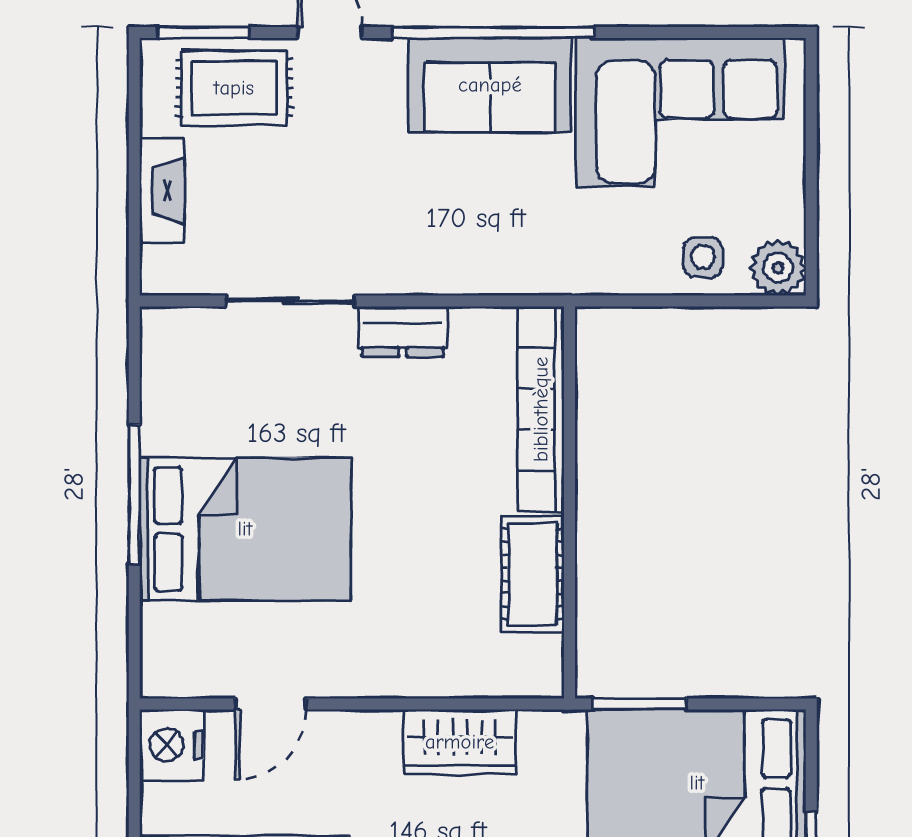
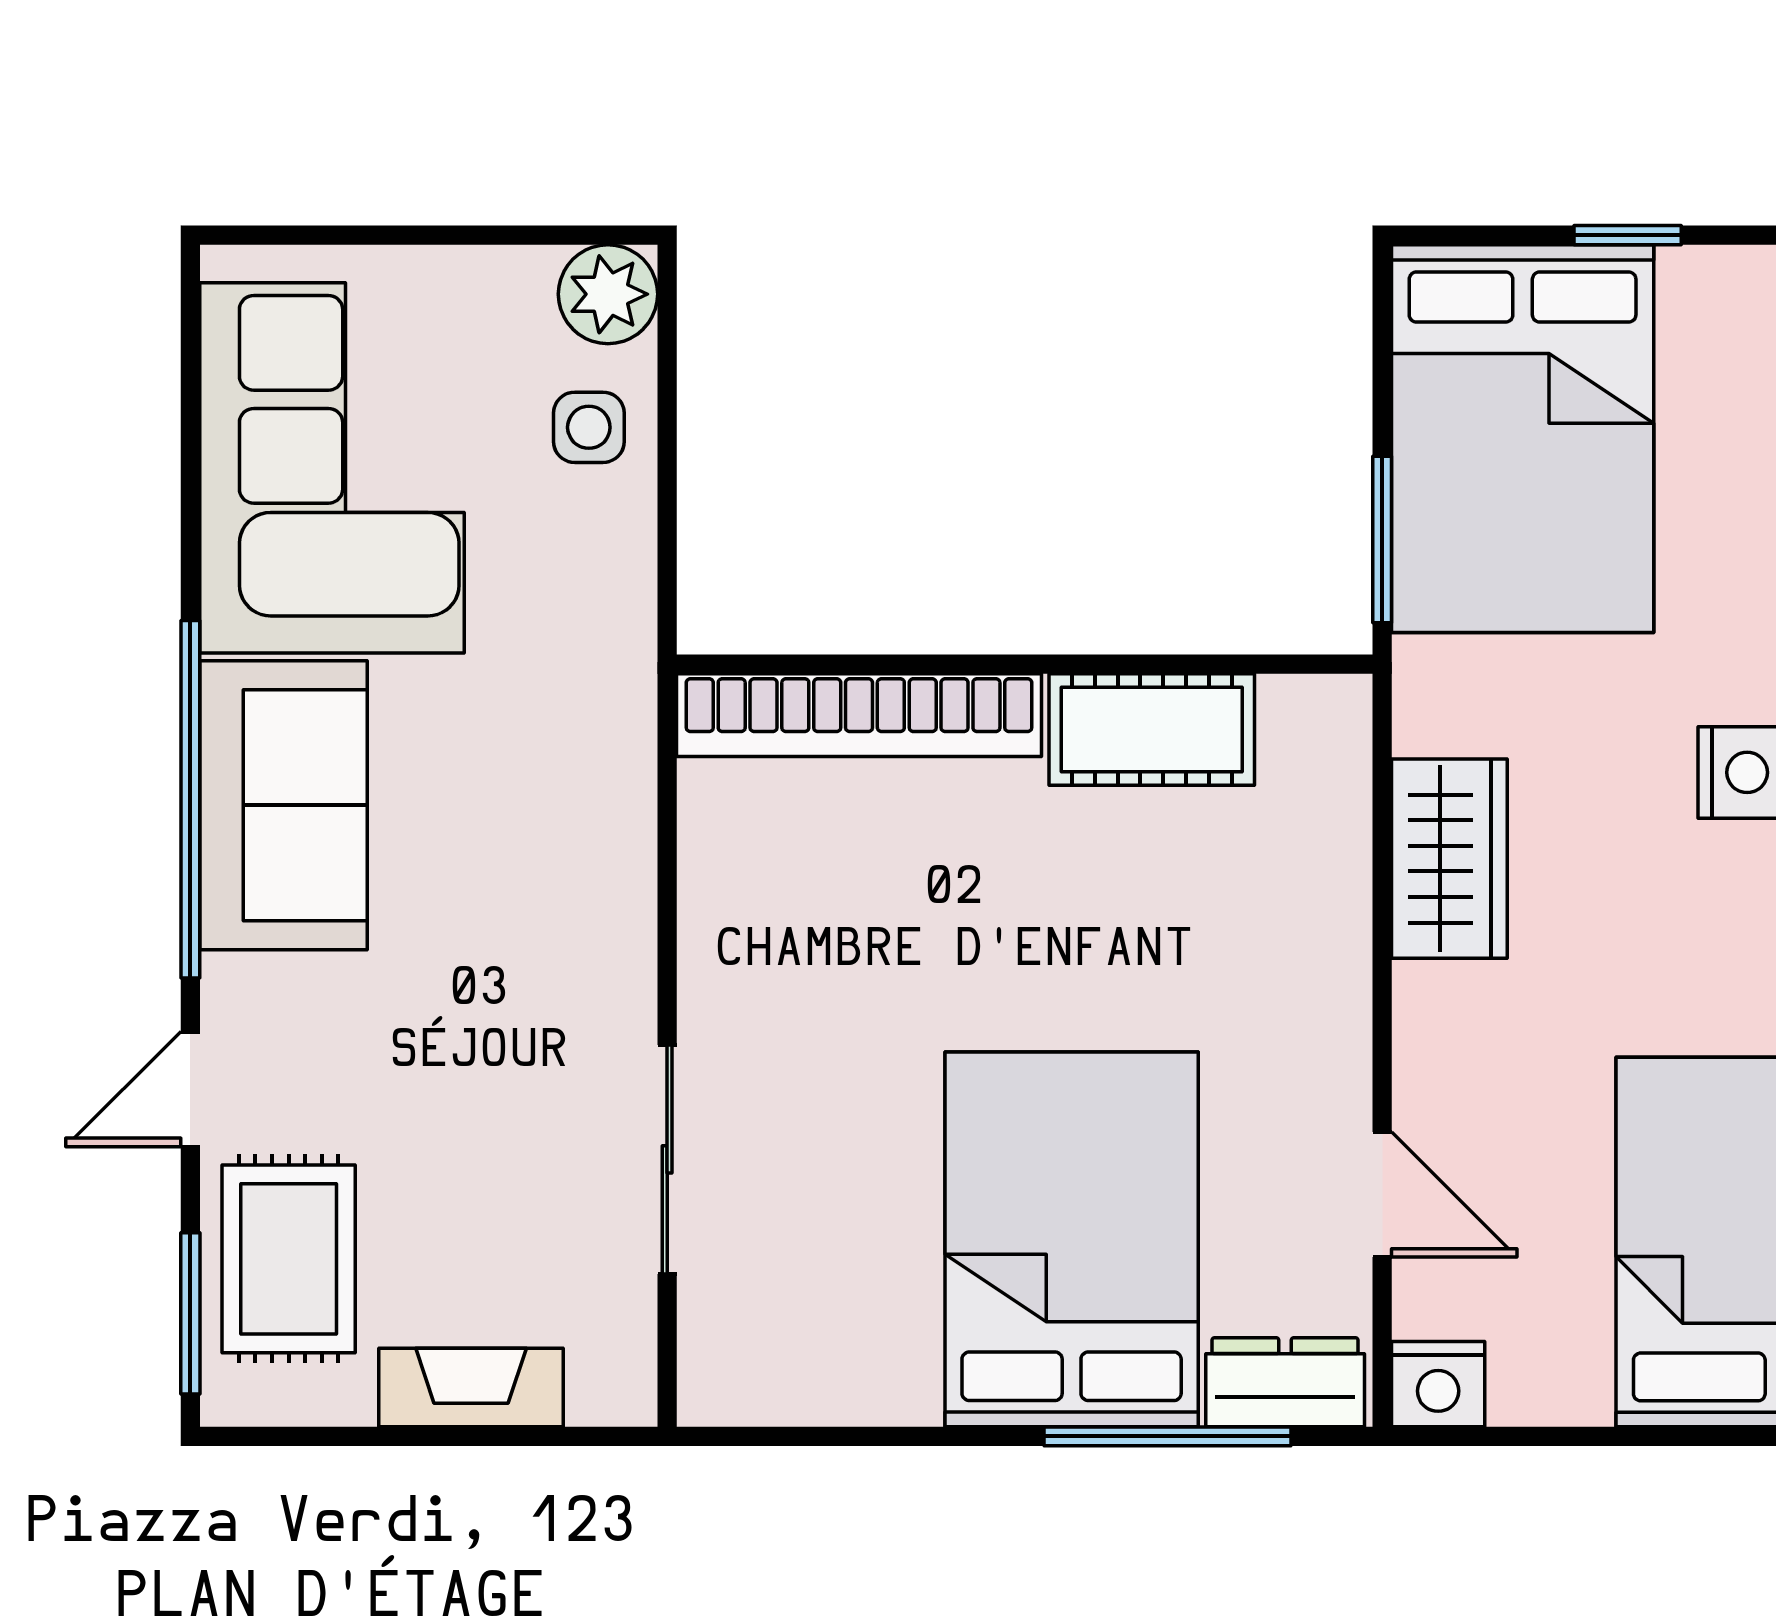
dresser: (403, 332) -> (1285, 1382), moved, turned -90
window: (134, 494) -> (1168, 1436), moved
nightstand: (172, 745) -> (1438, 1384), width x0.74, depth x0.75

